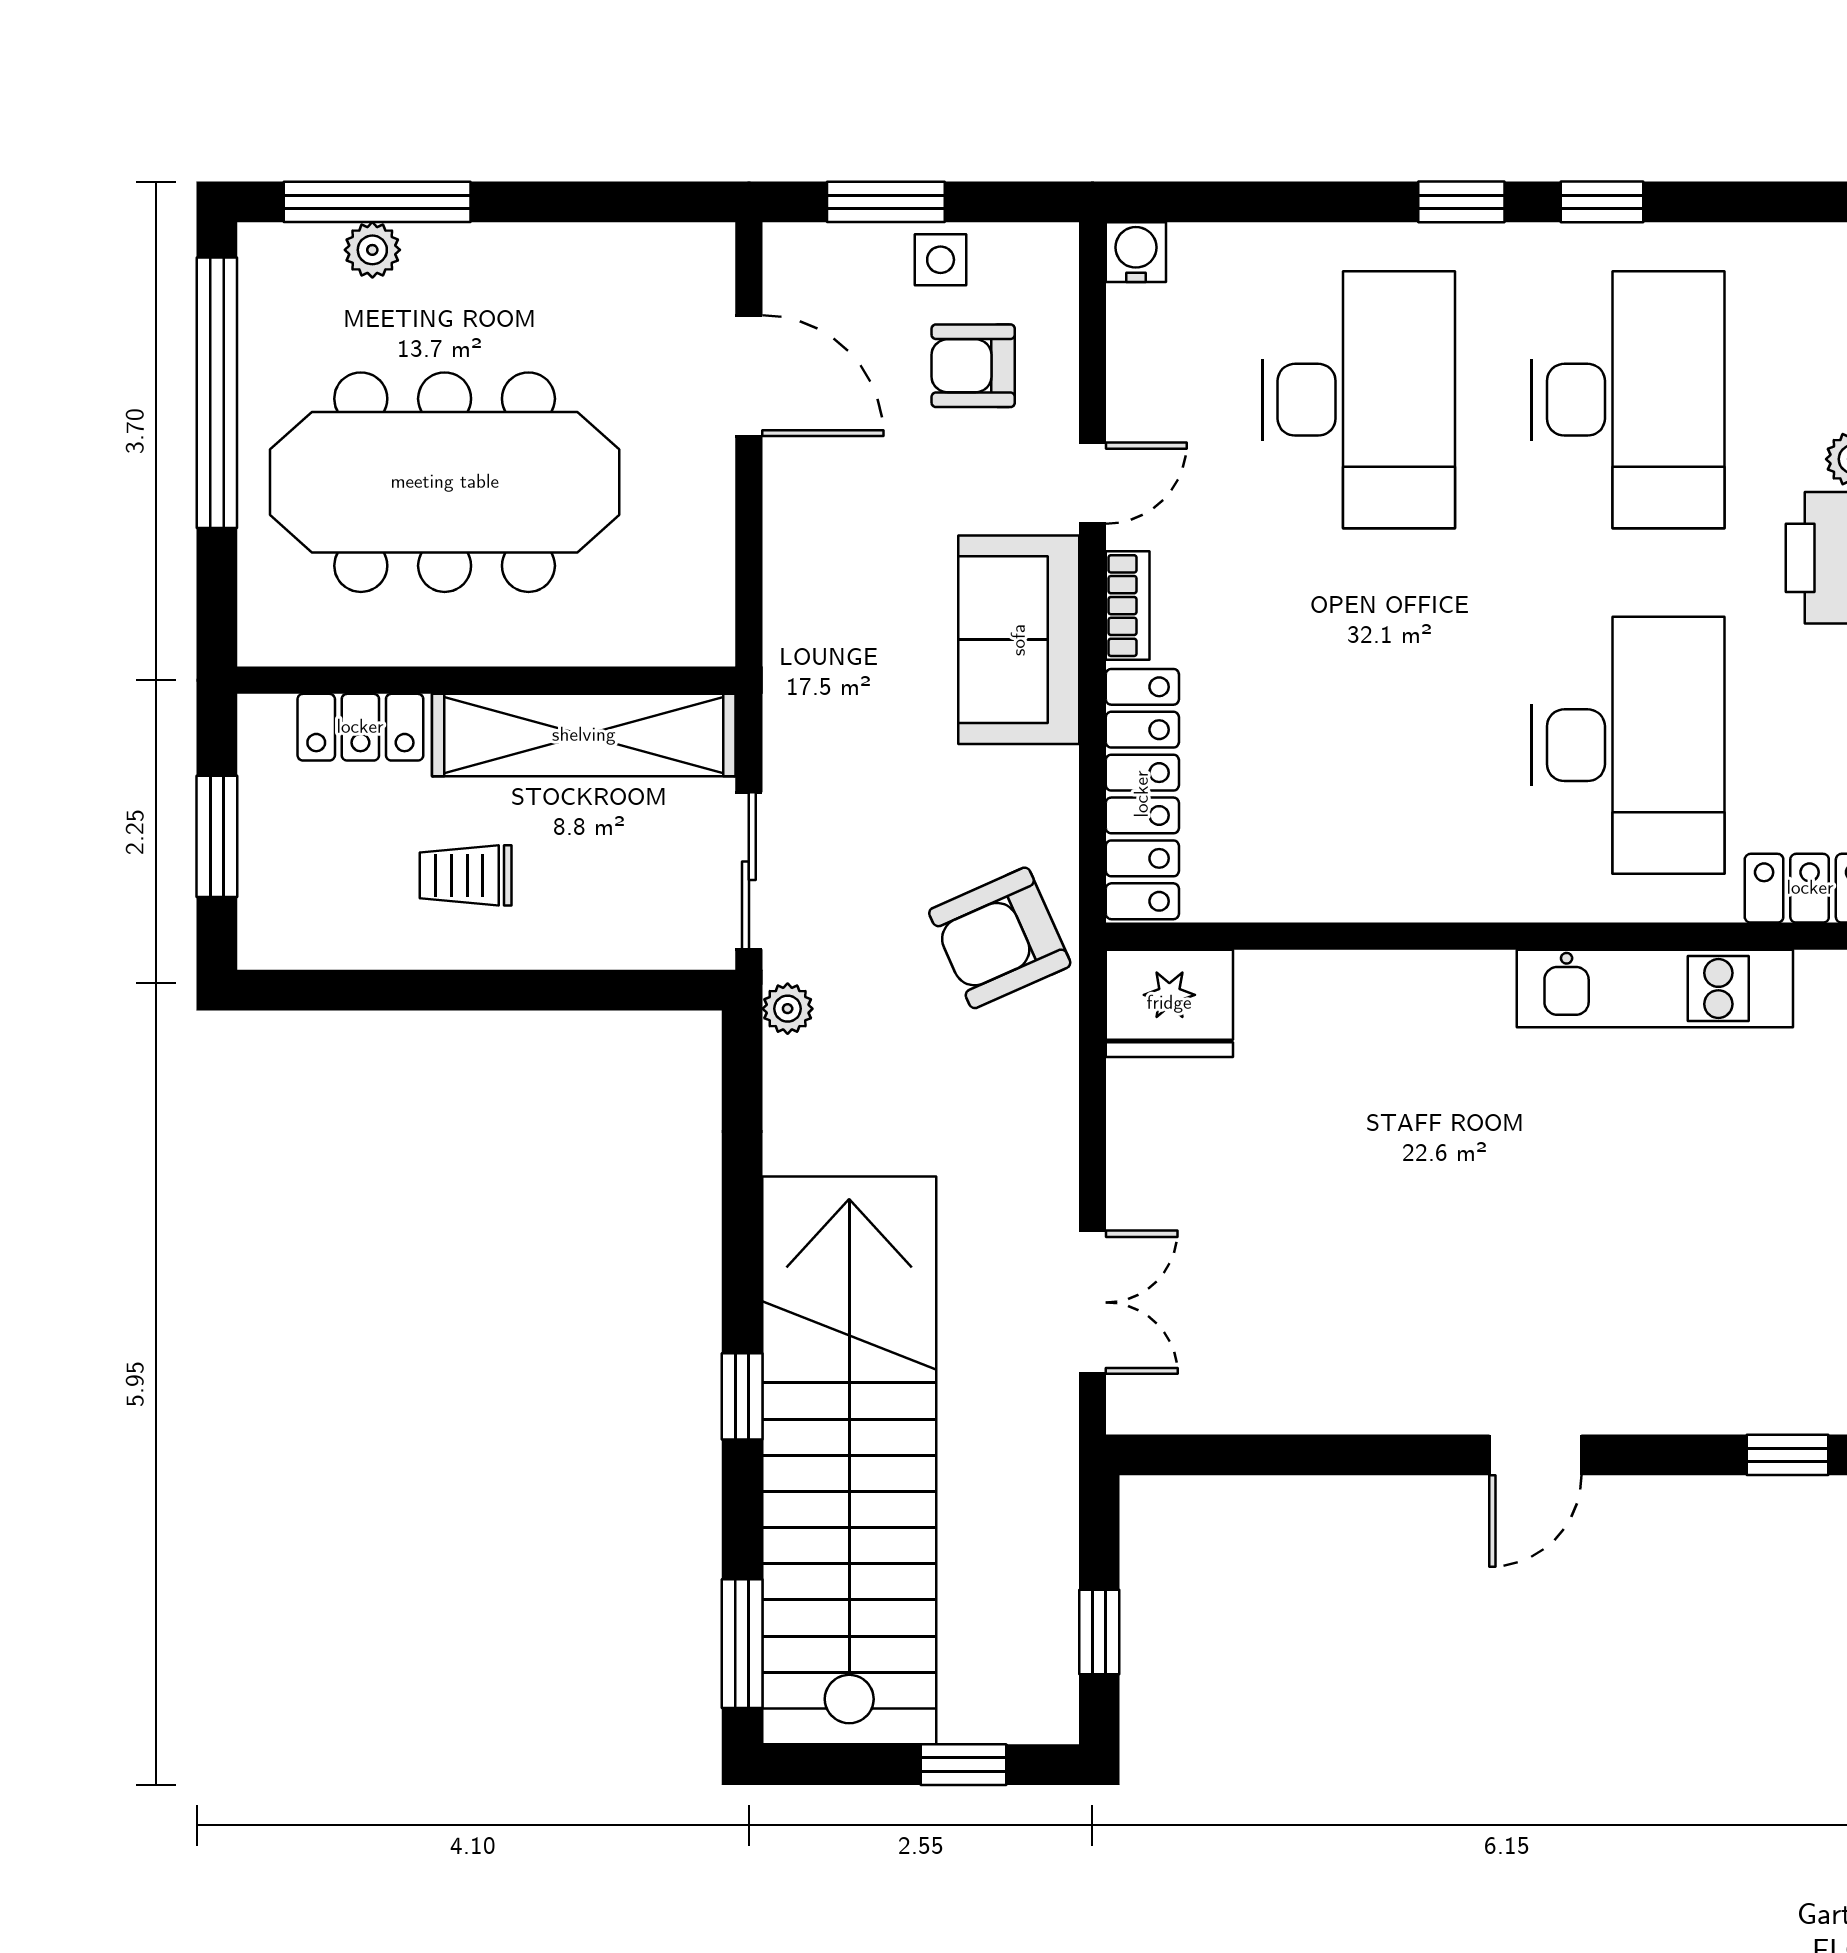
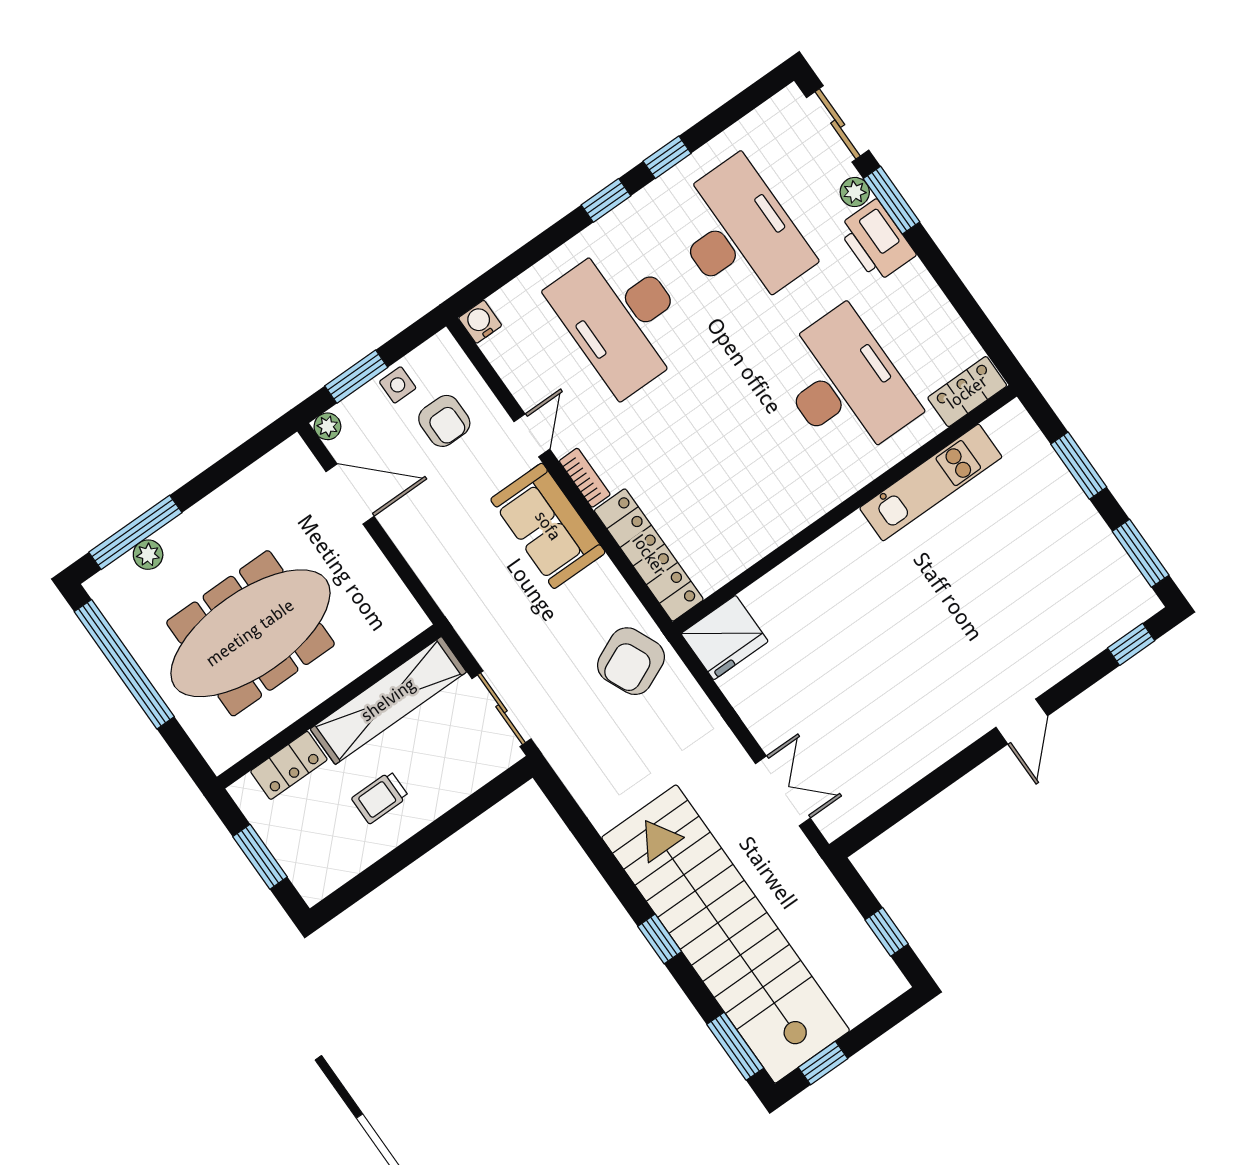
armchair: (973, 366) -> (444, 421), turned -90
desk: (1359, 400) -> (622, 318), turned 180
plant: (788, 1009) -> (327, 426), moved
window: (963, 1765) -> (823, 1063), moved

